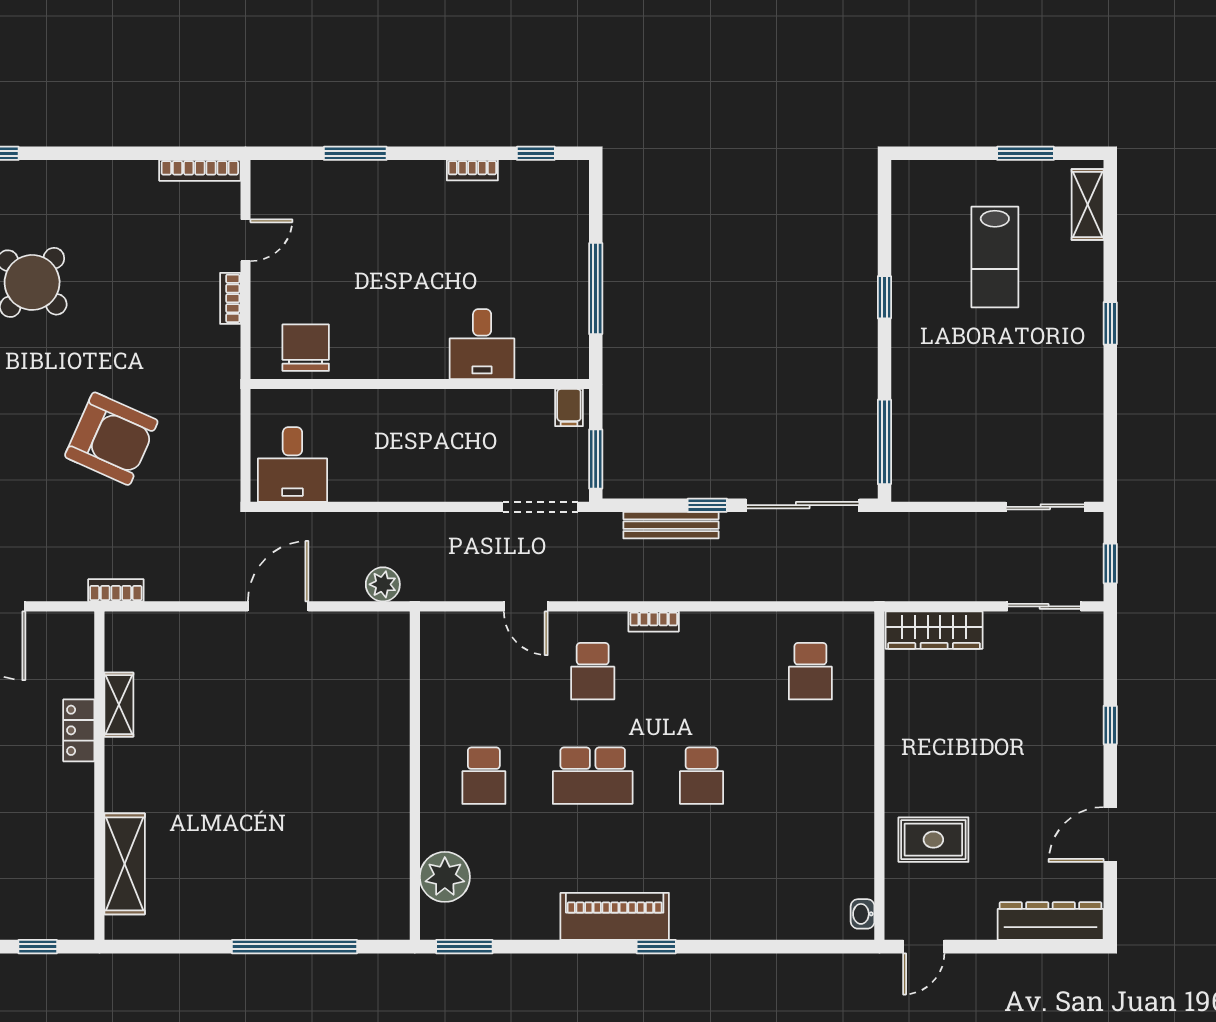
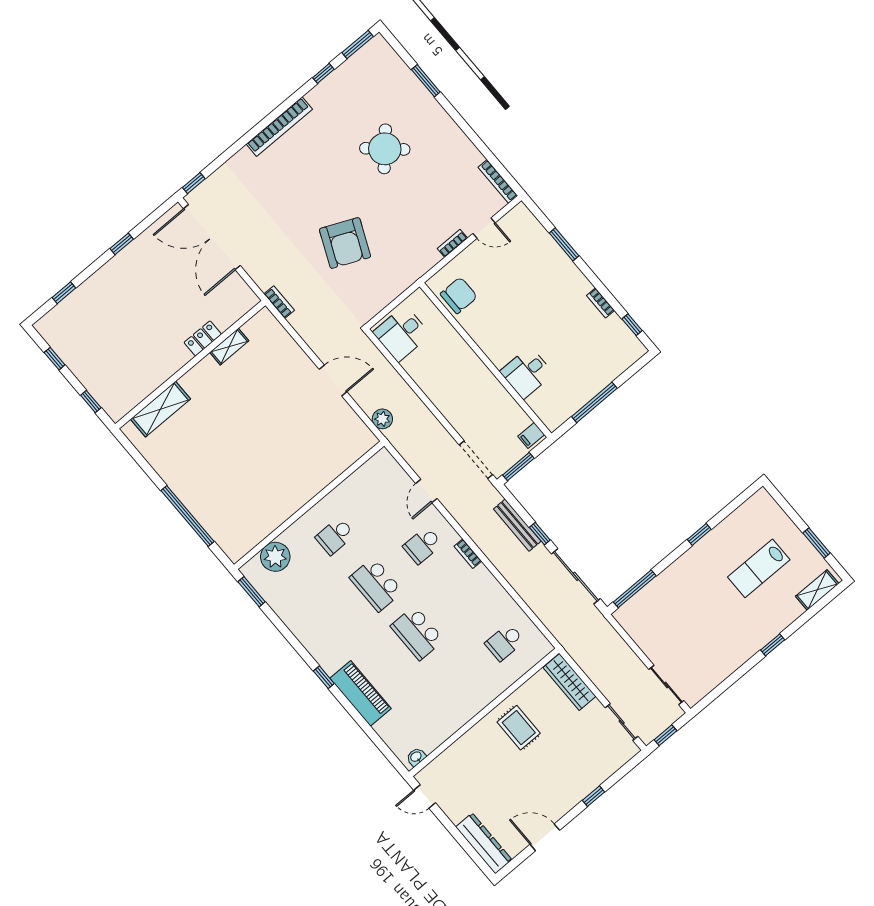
school desk: (702, 776) -> (417, 633), width x1.85
rug: (933, 840) -> (519, 728), moved
piano: (615, 916) -> (361, 693), moved

